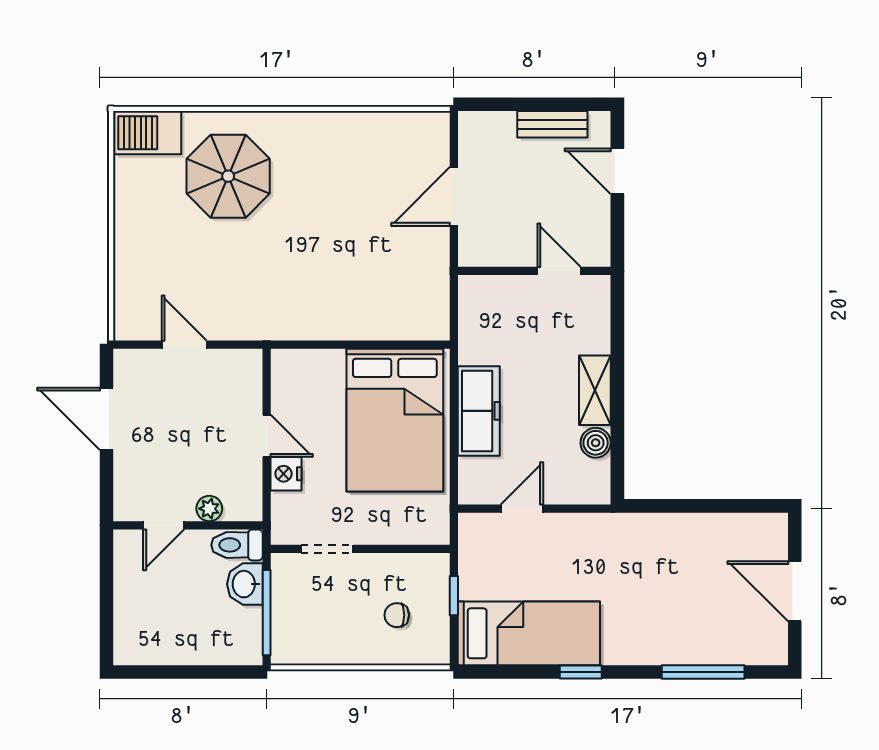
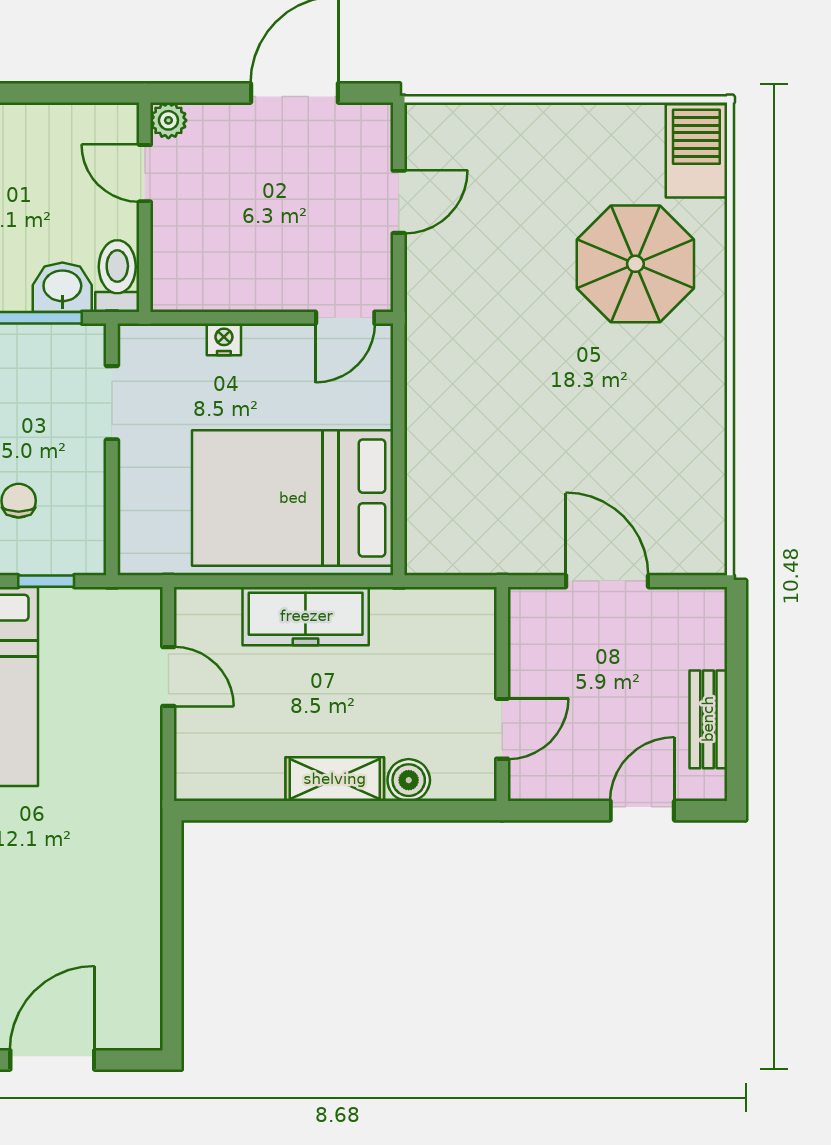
door: (267, 436) -> (345, 318), moved
boiler: (596, 443) -> (409, 780), moved
nightstand: (286, 474) -> (224, 339), width x0.72, depth x0.74
plant: (209, 509) -> (168, 120), moved

